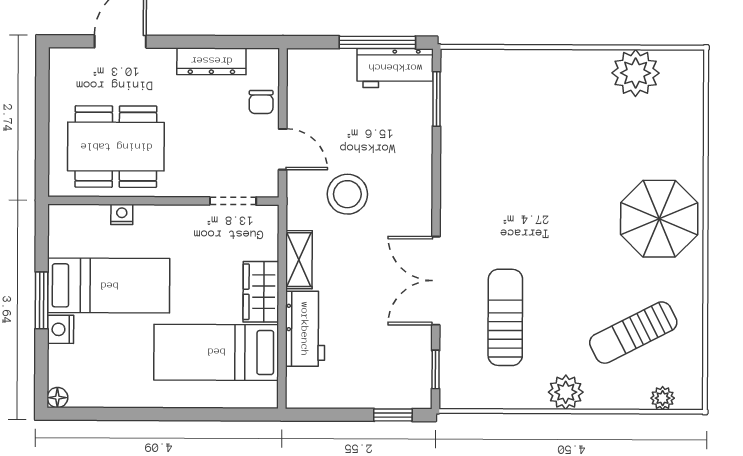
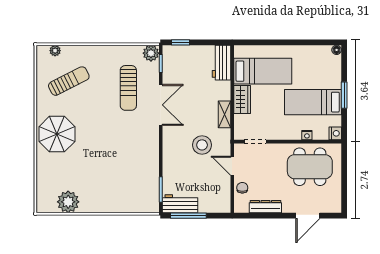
nightstand: (61, 329) -> (335, 133), moved
workbench: (305, 329) -> (221, 63), moved
plant: (566, 392) -> (151, 53), moved

